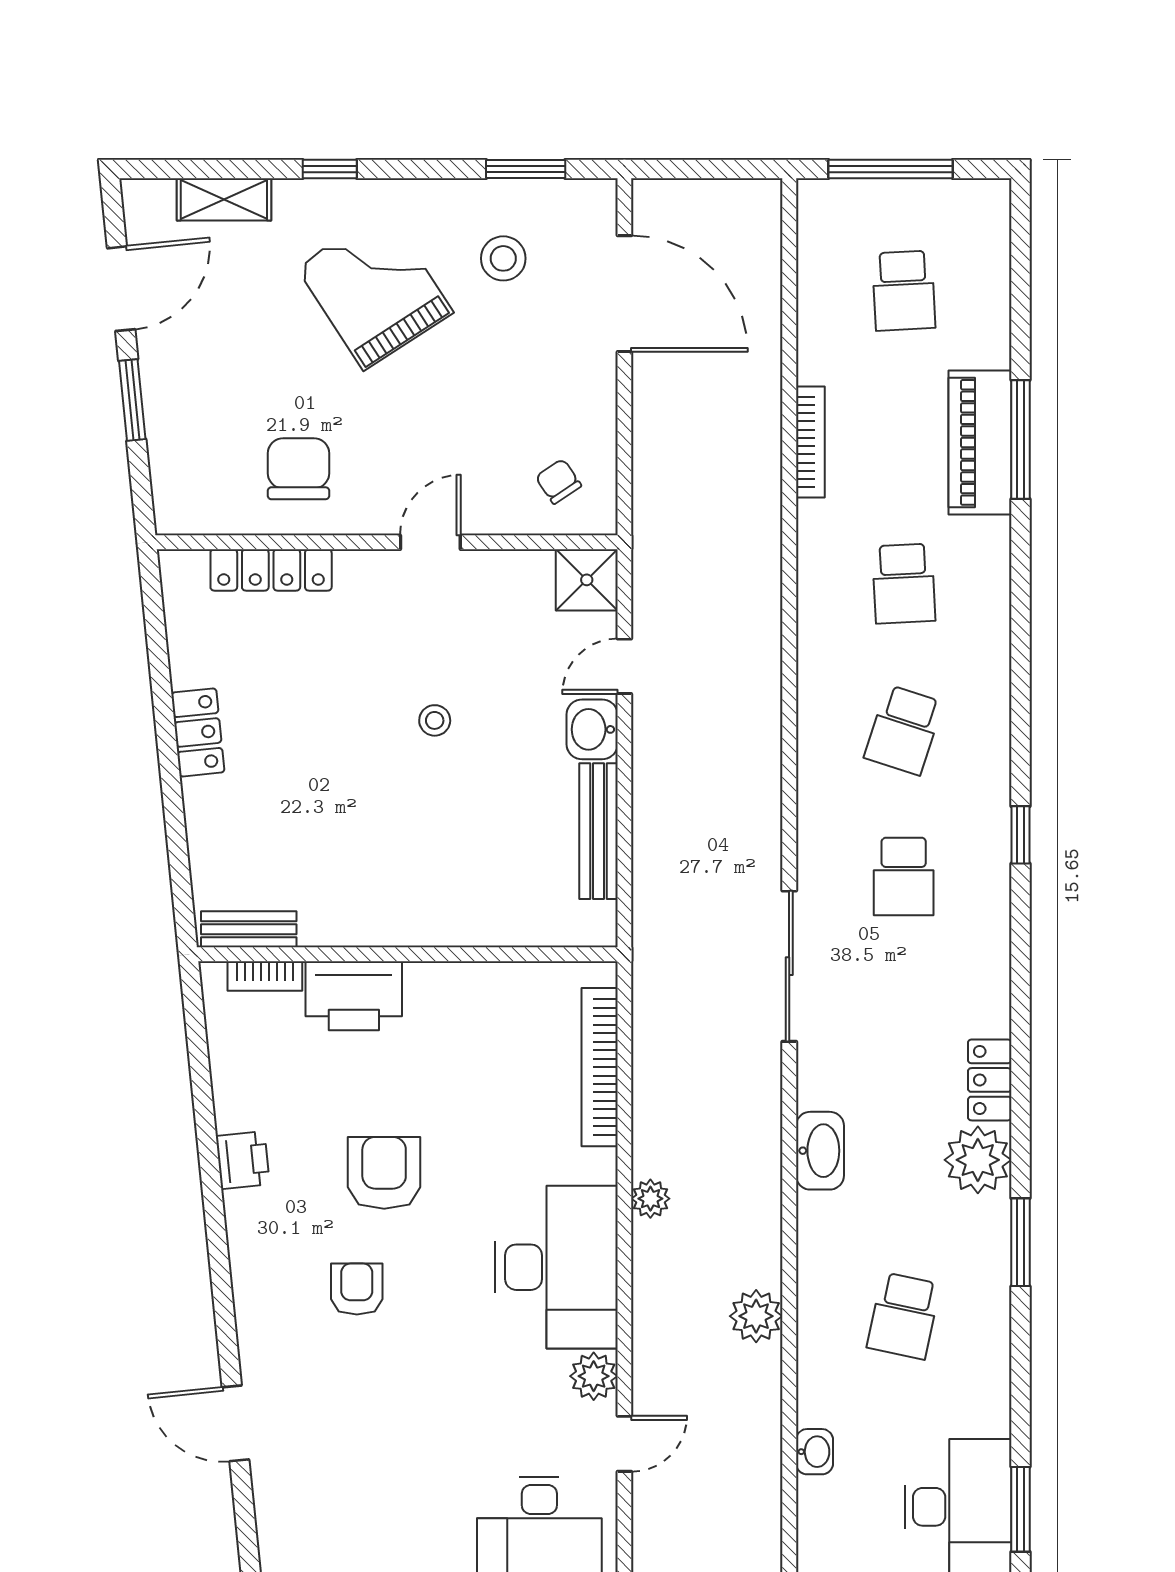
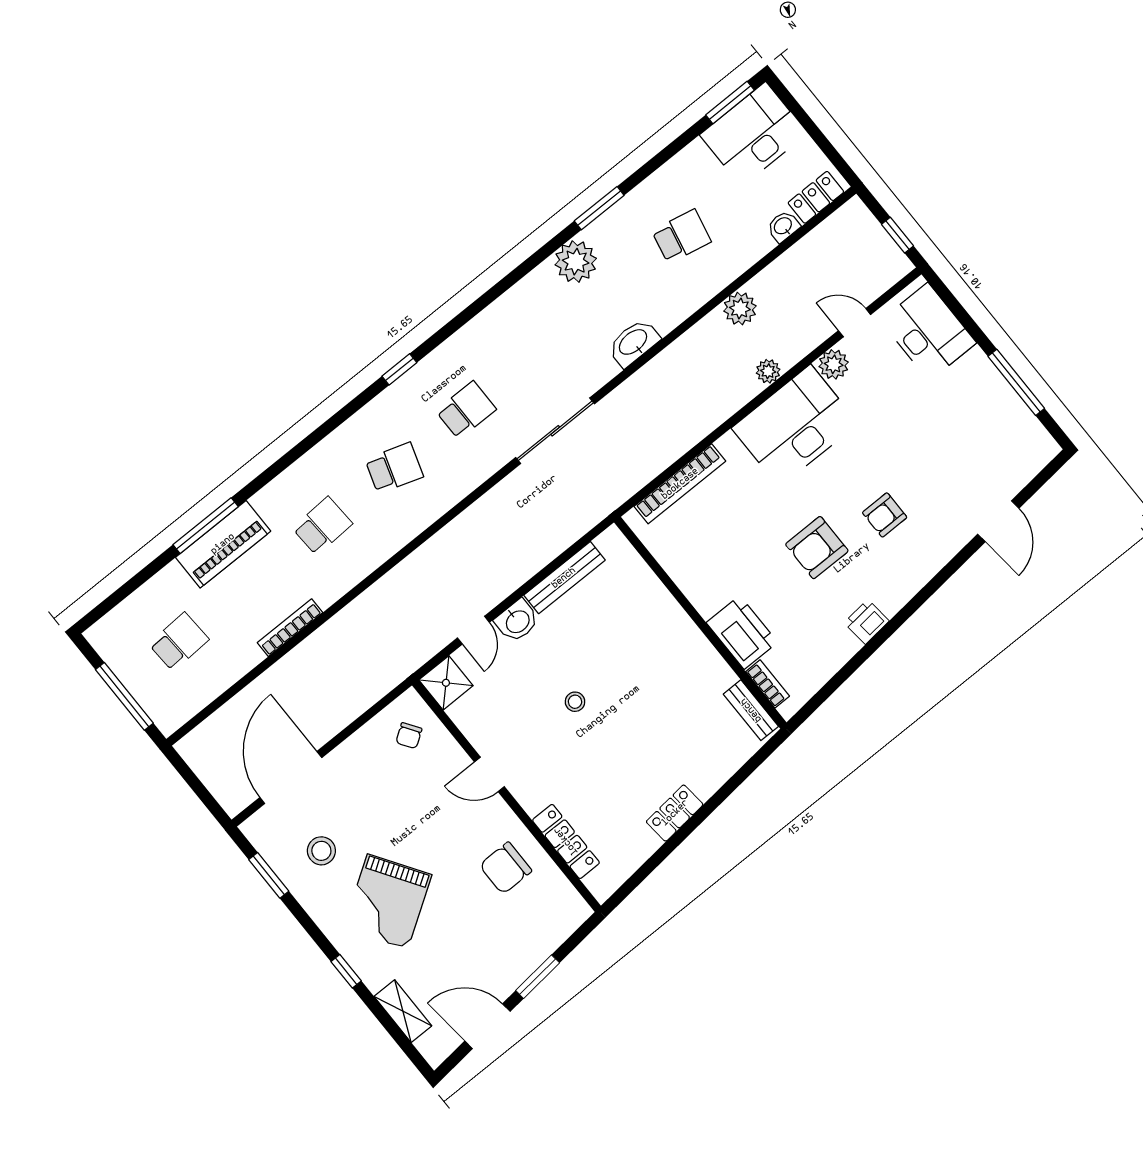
door: (624, 666) -> (473, 630), hinge flipped
locker: (990, 1080) -> (816, 197), moved, turned 180
plant: (650, 1199) -> (768, 371), moved

